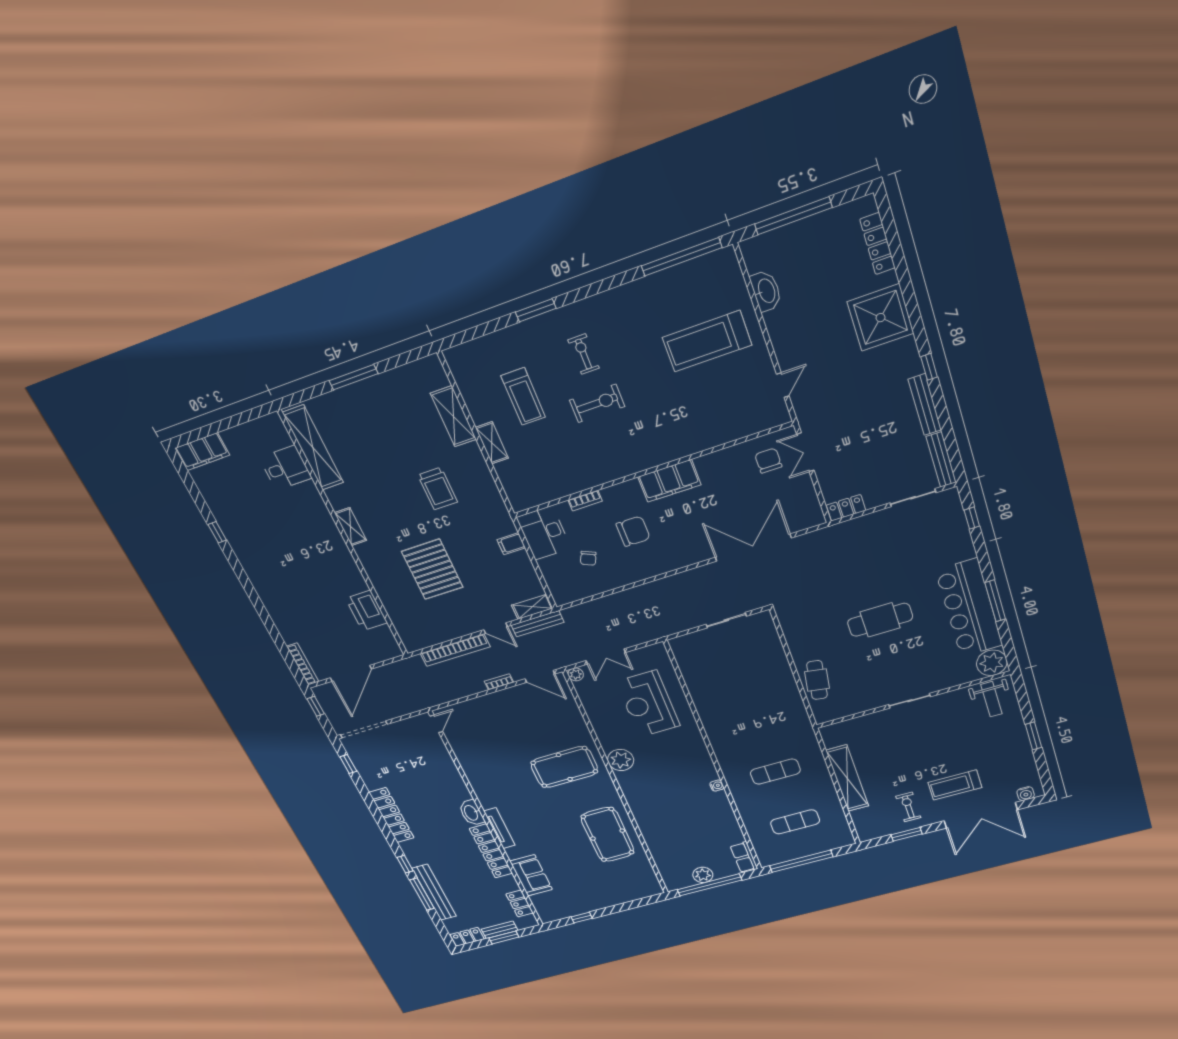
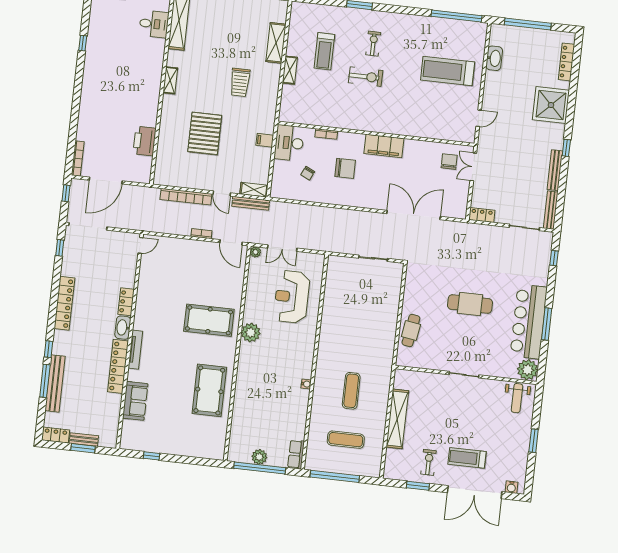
exercise mat: (775, 772) -> (351, 391), turned 90
locker: (520, 904) -> (126, 302), moved

